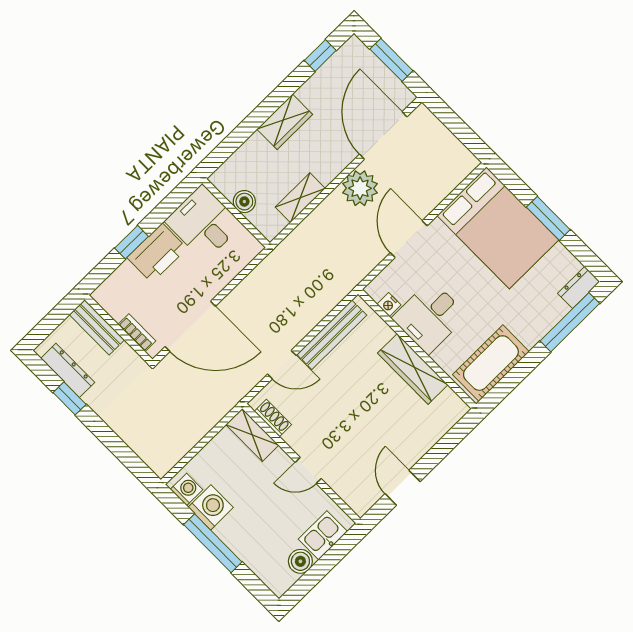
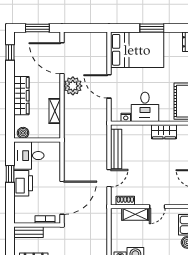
wardrobe: (285, 122) -> (21, 96), width x1.50
boiler: (244, 202) -> (23, 133), moved
window: (132, 242) -> (10, 174), moved
wardrobe: (413, 369) -> (164, 132), width x0.67
shelving: (252, 435) -> (135, 214), moved

